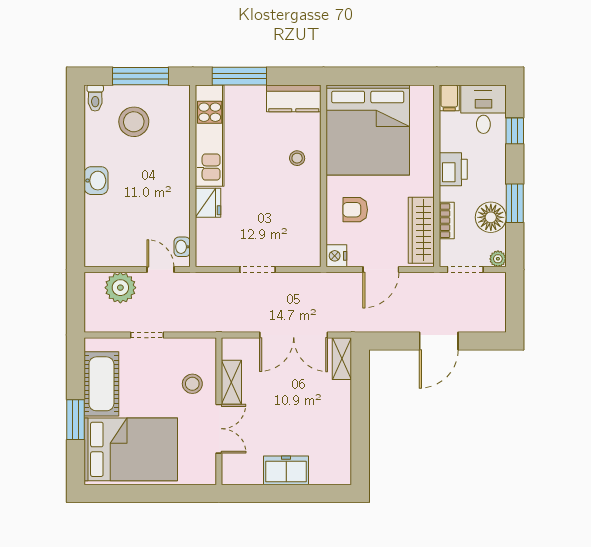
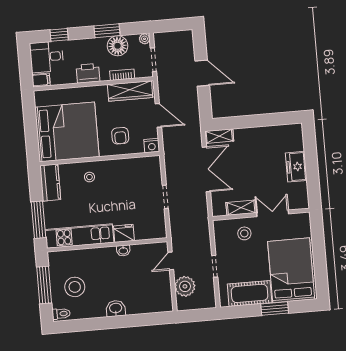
washbasin: (182, 247) -> (123, 251), moved

